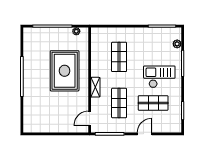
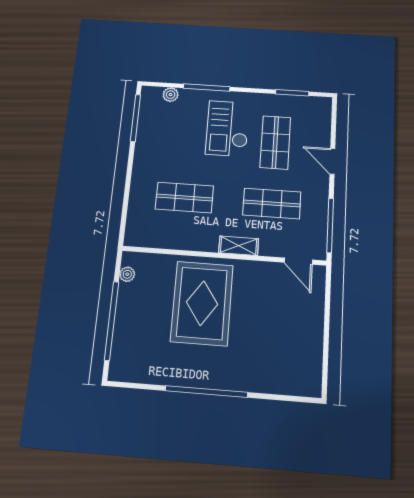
rug: (65, 71) -> (202, 303), turned 90

